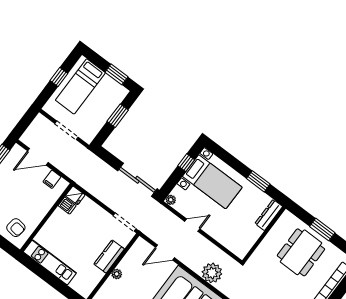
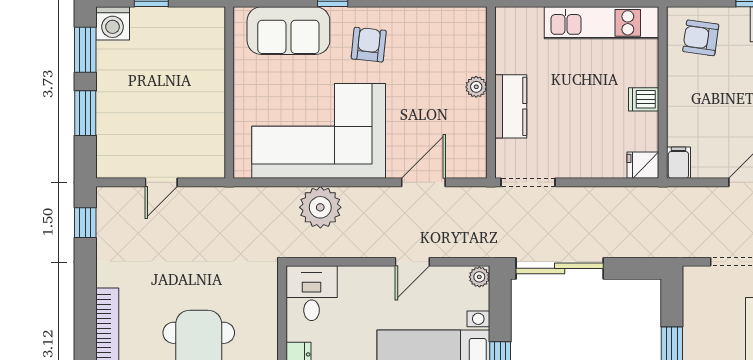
filing cabinet: (52, 179) -> (678, 163), moved
dishwasher: (67, 206) -> (644, 99), moved
desk: (240, 242) -> (312, 293), added

